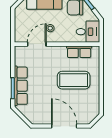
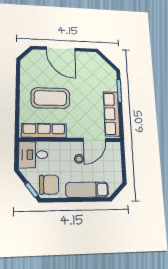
row of seats: (79, 52) -> (44, 131), width x1.48
row of seats: (21, 86) -> (112, 114), moved

